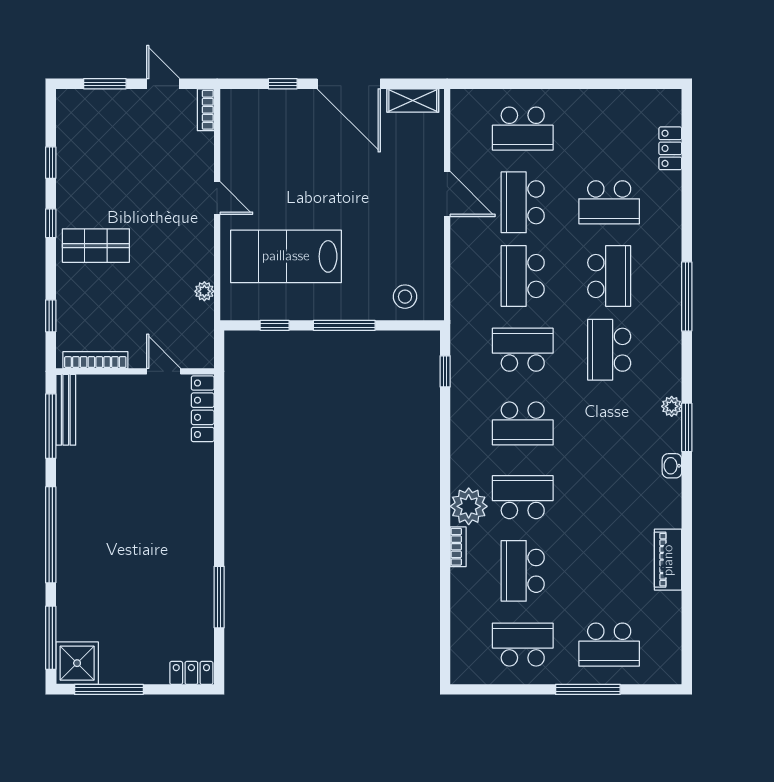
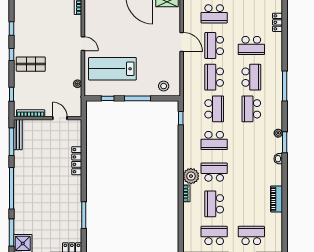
school desk: (523, 350) -> (214, 109), turned 90
locker: (203, 409) -> (77, 161), moved
school desk: (609, 645) -> (251, 235), turned 180

